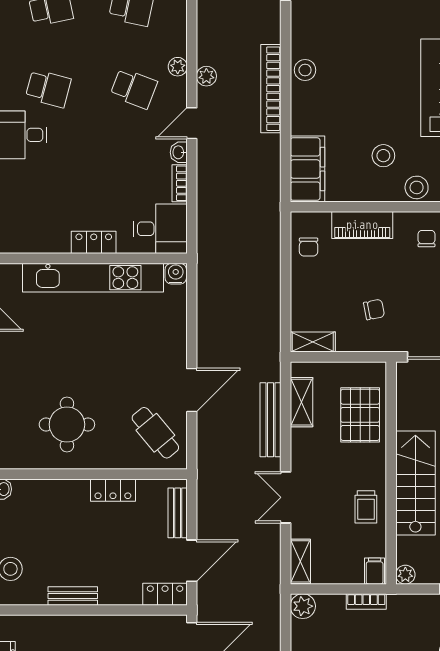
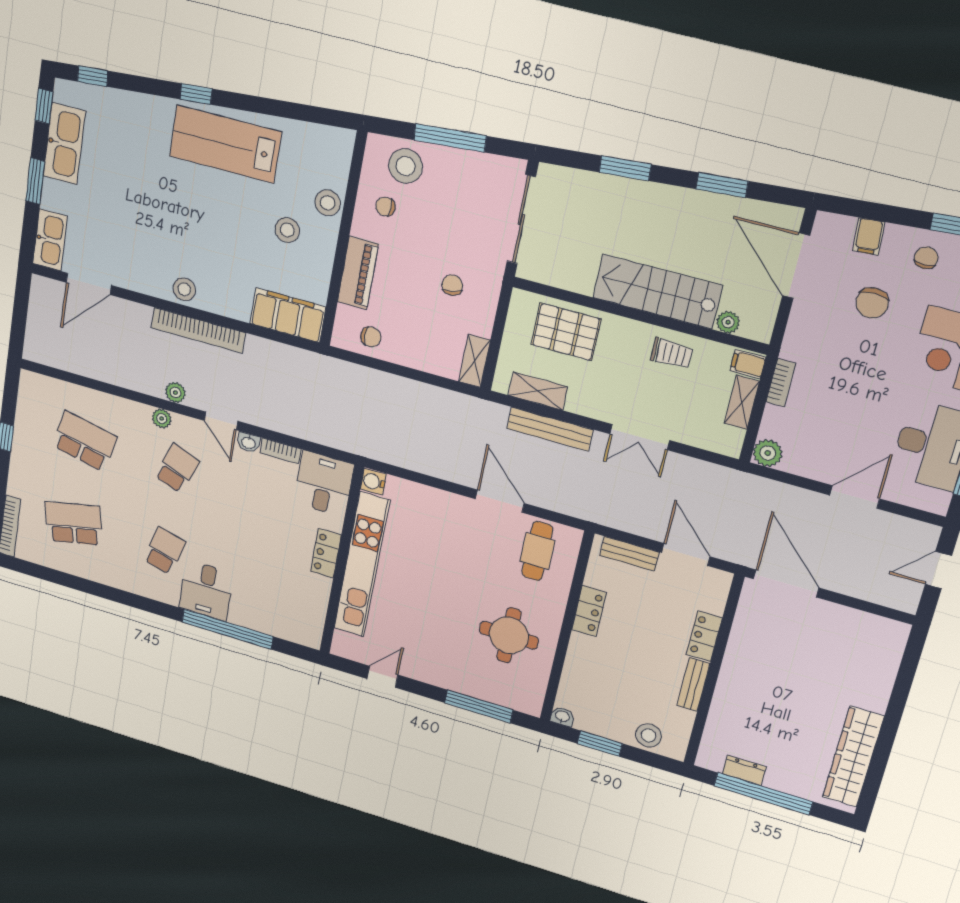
cafe table: (155, 433) -> (537, 551), turned -50
shelving: (300, 561) -> (742, 402), moved, turned 90
plant: (405, 575) -> (728, 322), moved
locker: (165, 594) -> (704, 636), moved

